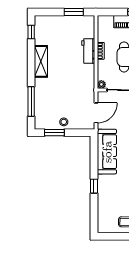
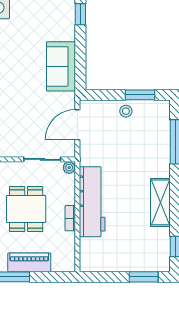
window: (74, 12) -> (144, 277), moved
workbench: (88, 51) -> (92, 202), width x1.88, depth x1.32
sofa: (107, 152) -> (61, 66), width x0.73

